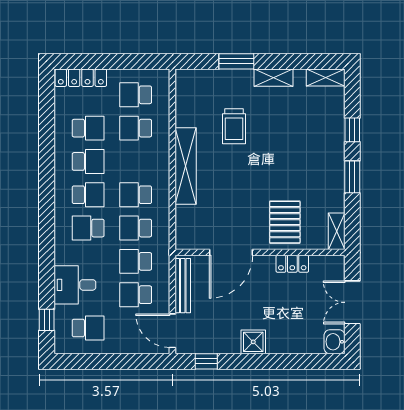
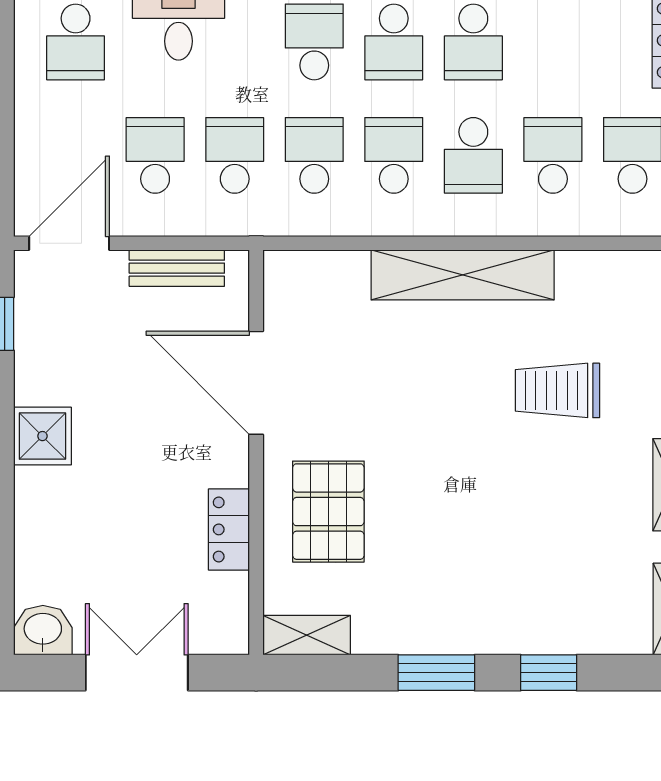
school desk: (88, 128) -> (473, 155), moved
pallet: (285, 222) -> (328, 512), turned 90
bench: (183, 286) -> (177, 268), width x0.73

